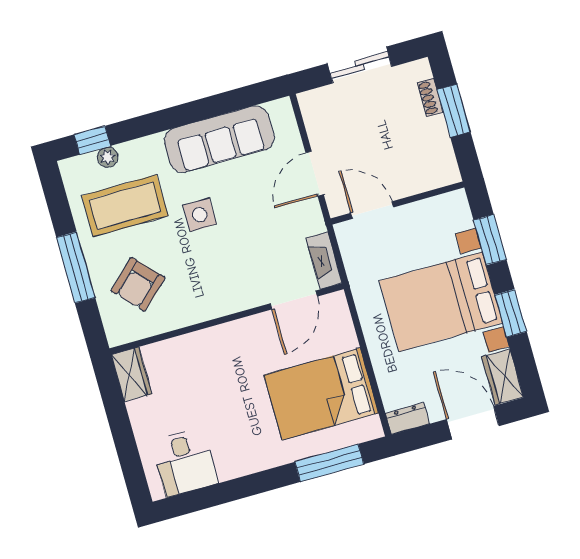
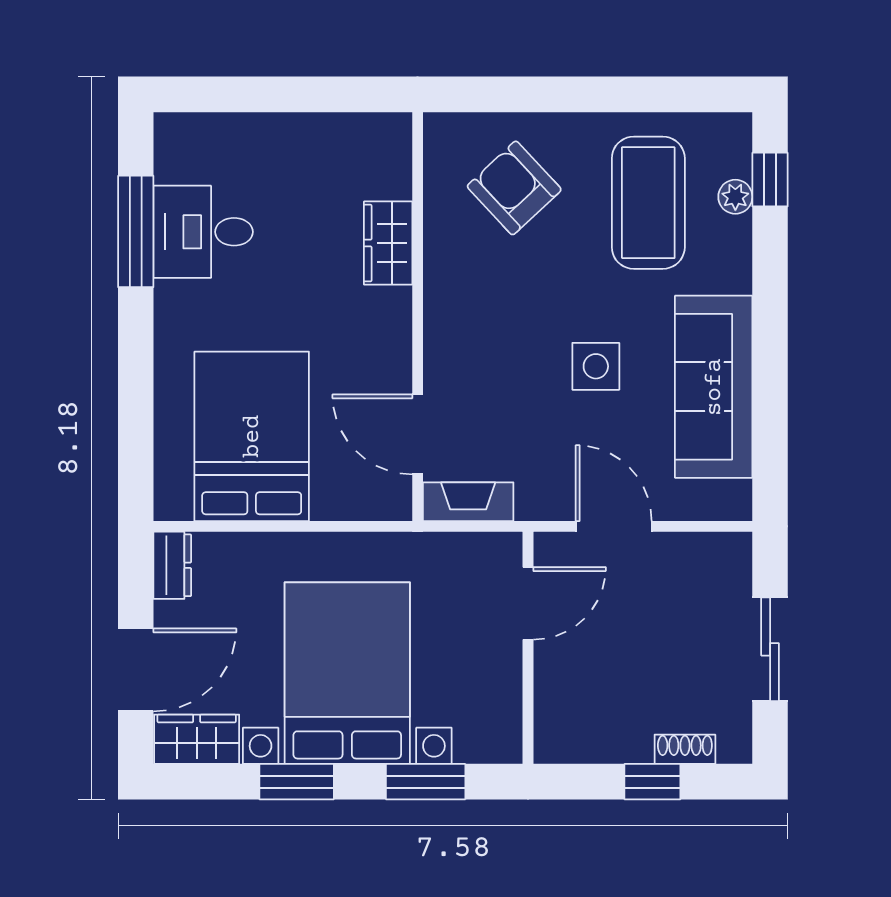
window: (454, 111) -> (652, 782), width x0.67
side table: (200, 215) -> (596, 366), moved
window: (76, 267) -> (570, 94), removed
wardrobe: (132, 374) -> (388, 243), moved, turned 90
desk: (185, 462) -> (203, 232), moved
window: (329, 463) -> (136, 231), moved

